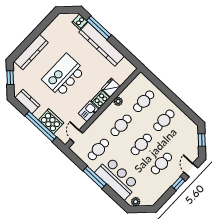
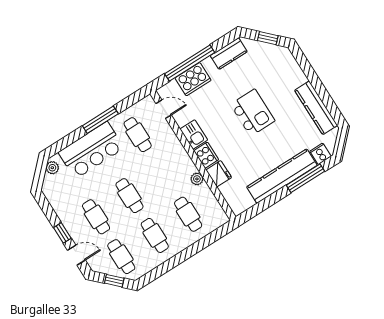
kitchen counter: (31, 52) -> (316, 108), moved
kitchen island: (63, 75) -> (253, 113), width x0.73, depth x0.78
cafe table: (121, 125) -> (121, 257), moved

